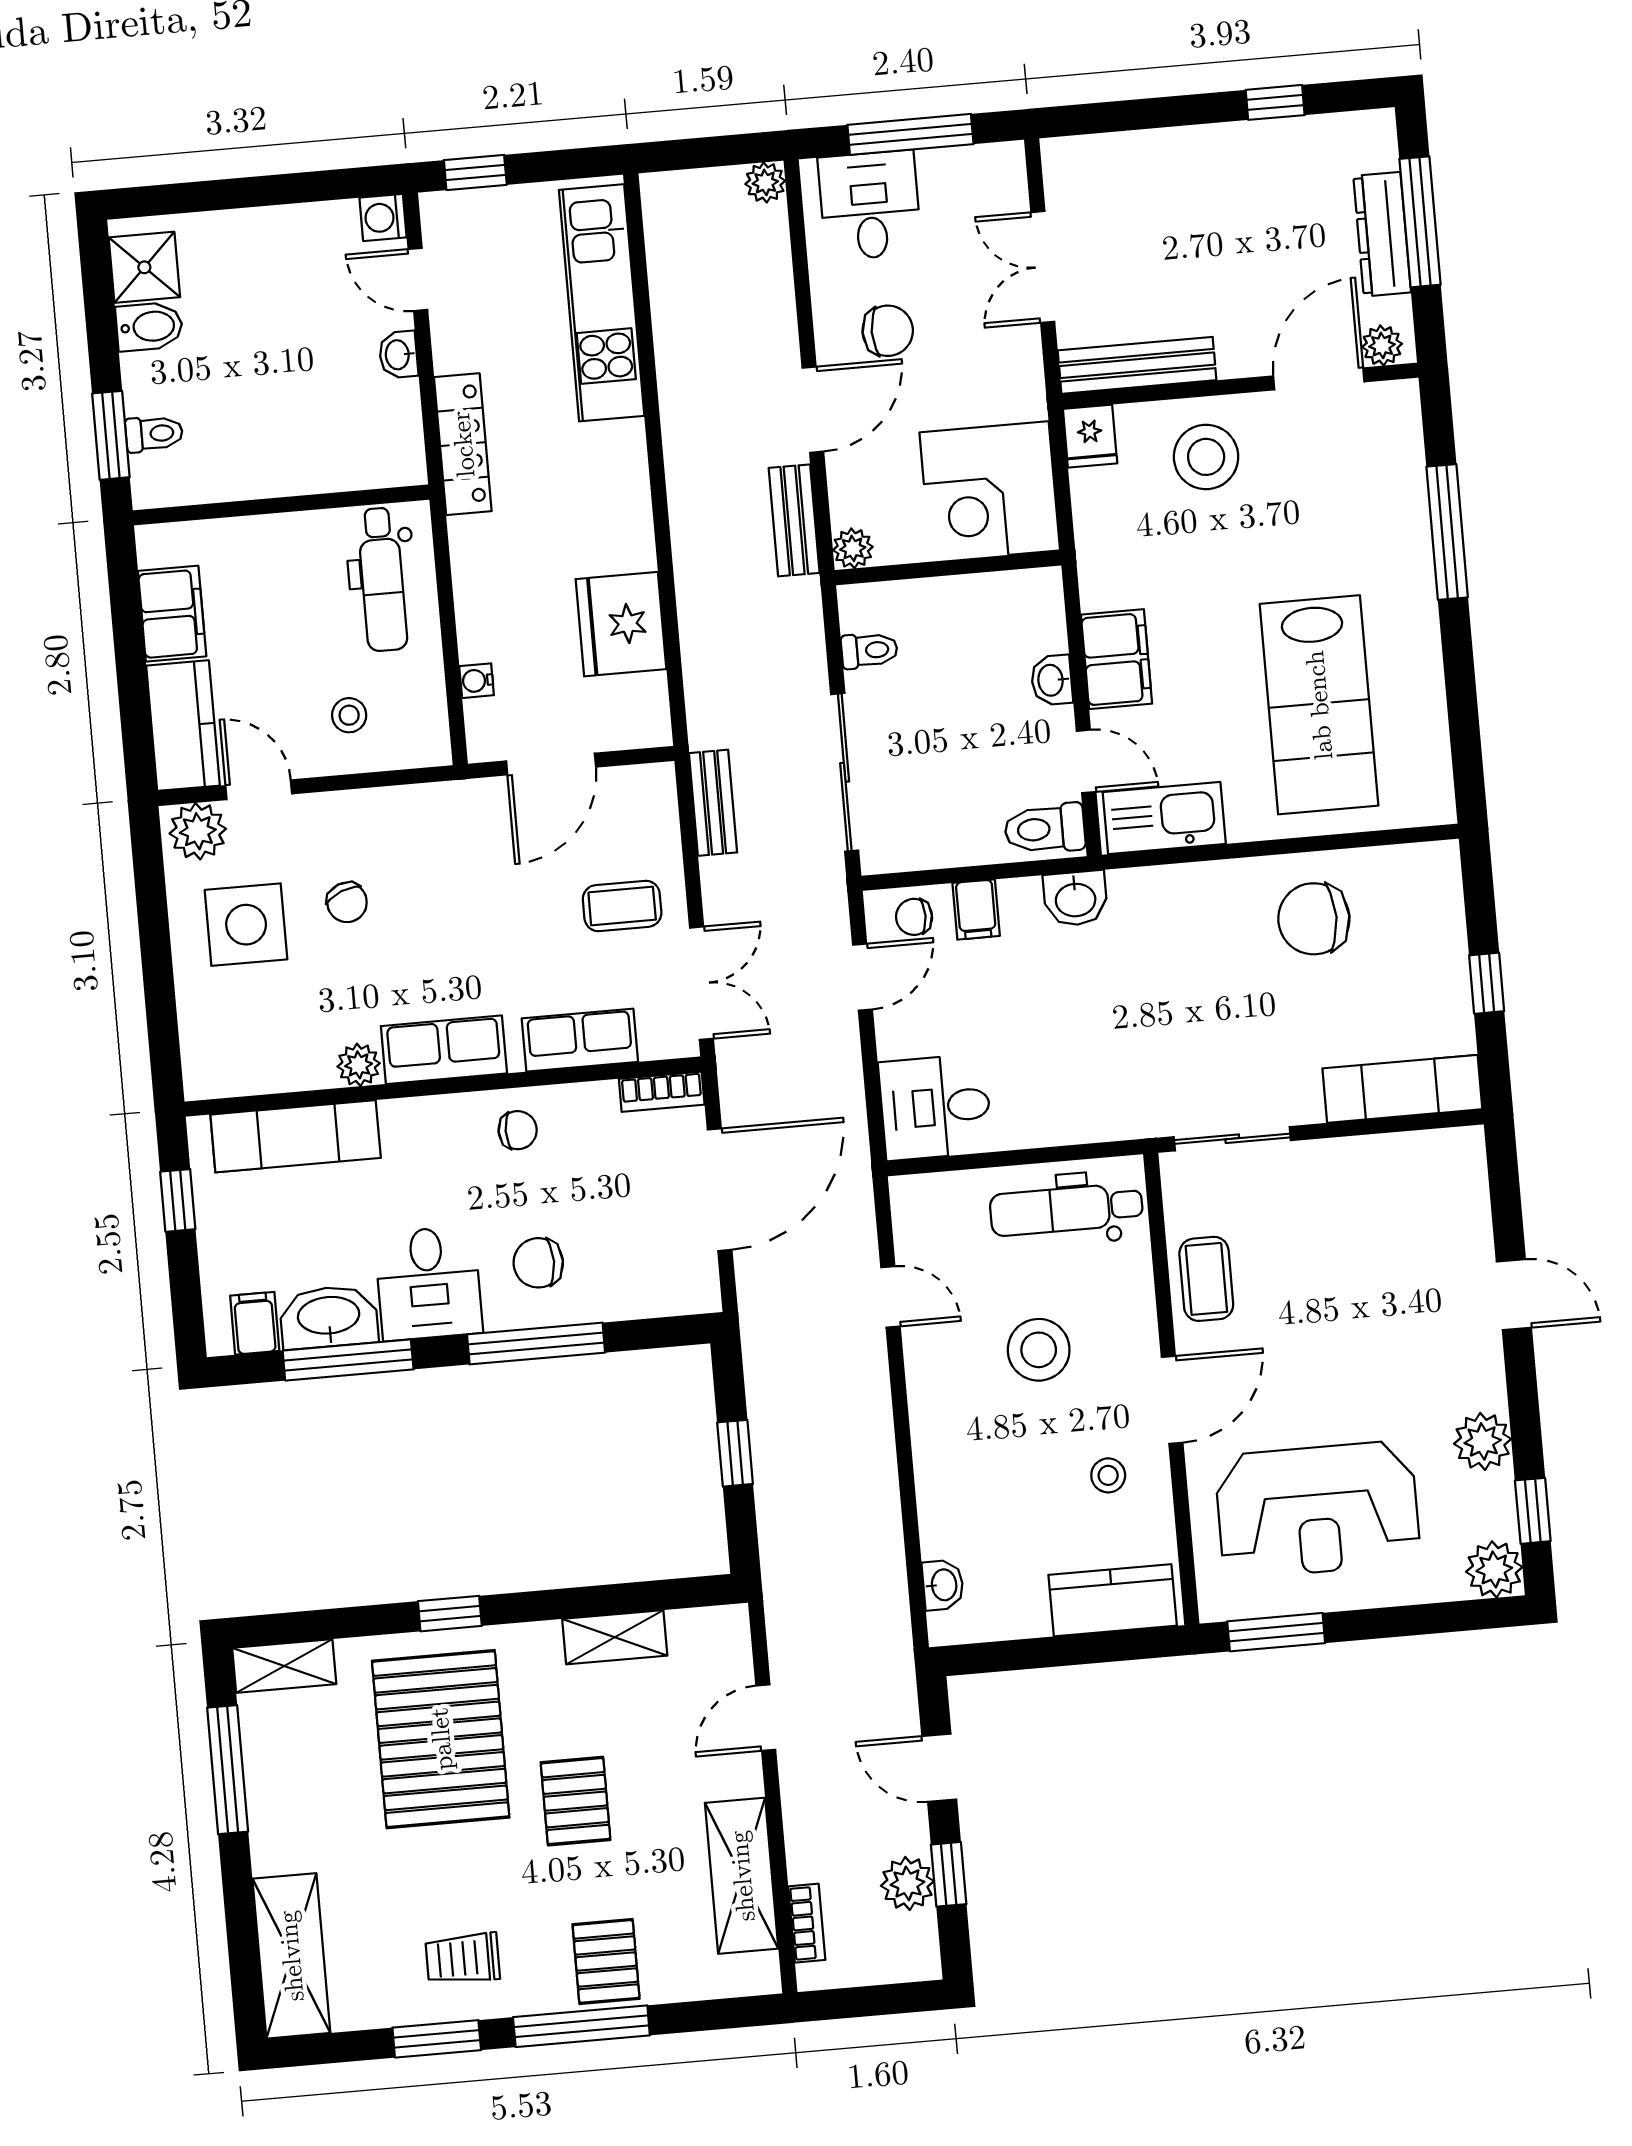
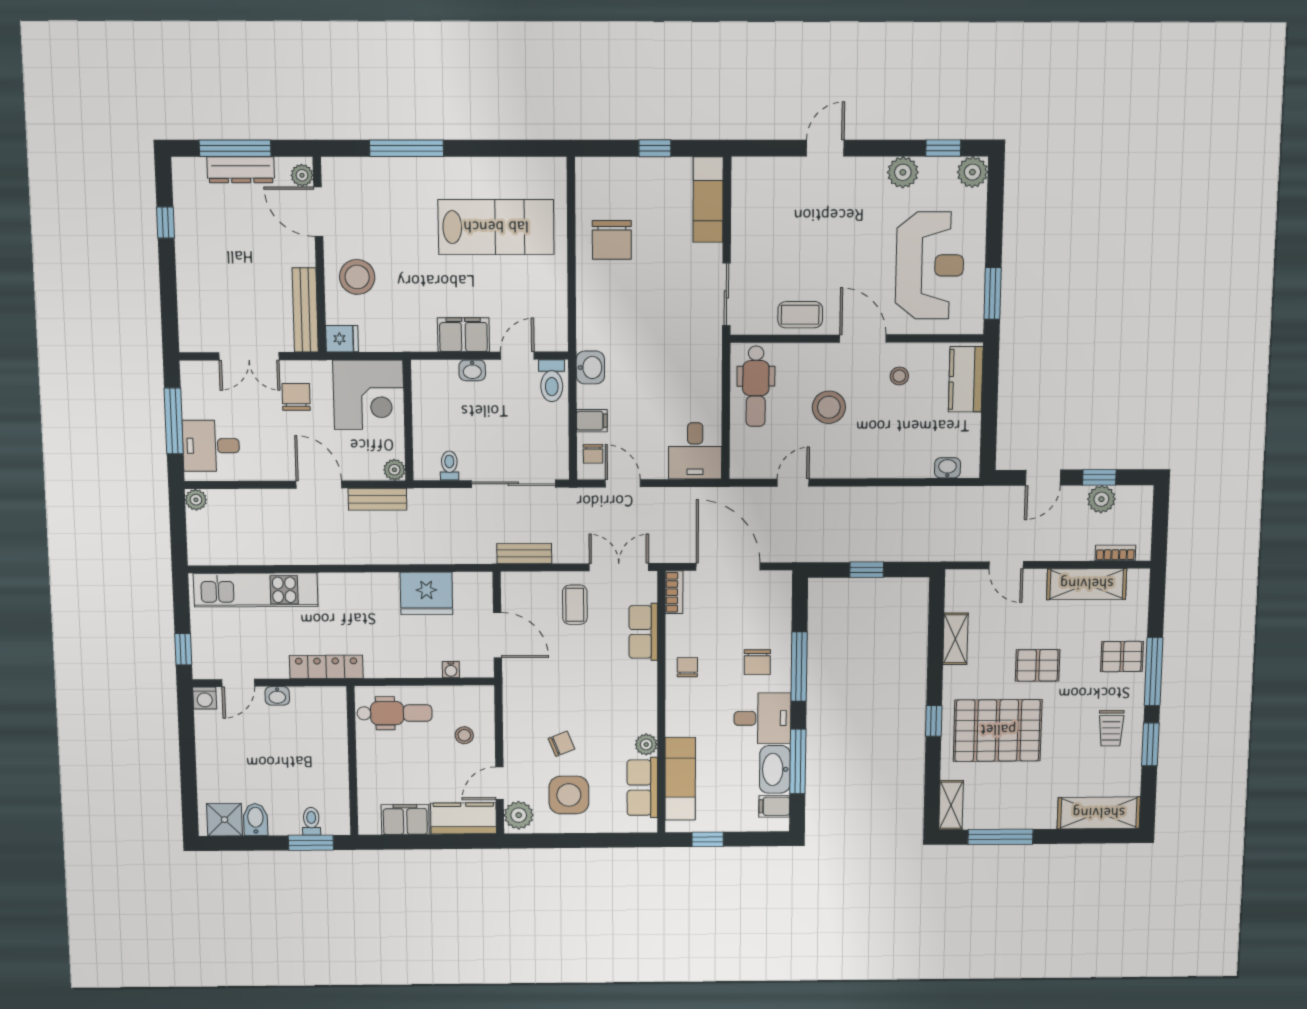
chair: (888, 331) -> (296, 397), moved
kitchen sink: (1164, 818) -> (551, 316), removed
row of seats: (444, 1050) -> (642, 788), moved

